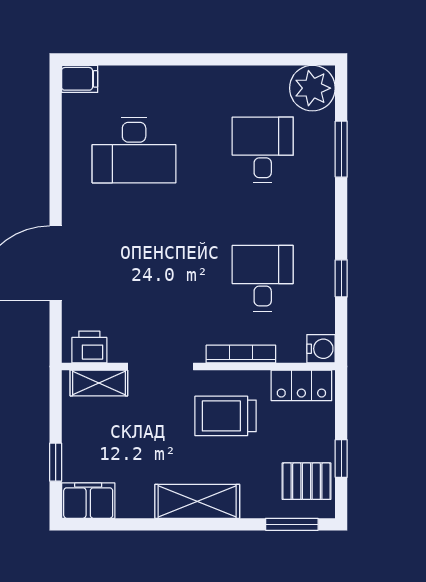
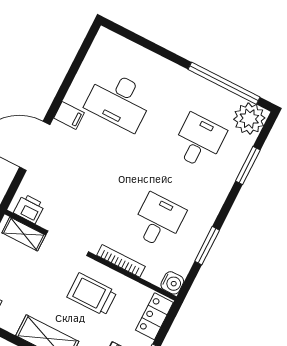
window: (257, 59) -> (224, 83), added
filing cabinet: (80, 79) -> (69, 115), moved
window: (341, 278) -> (207, 246), width x1.50
locker: (301, 385) -> (154, 316), moved, turned 90

